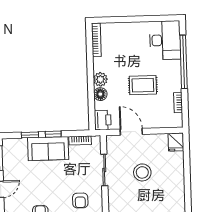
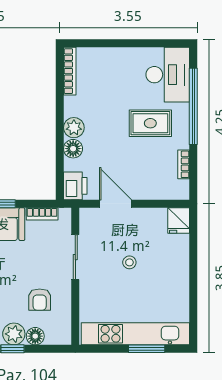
rug: (143, 85) -> (150, 123), moved
stool: (142, 172) -> (129, 262), width x0.53, depth x0.53

